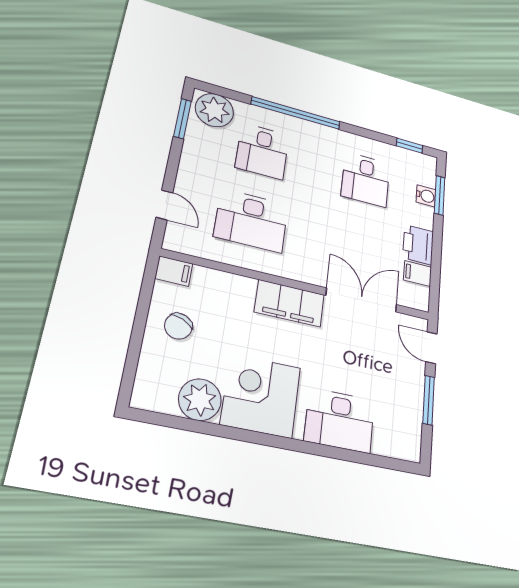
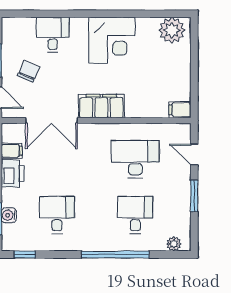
plant: (214, 110) -> (174, 244), width x0.53, depth x0.53
window: (182, 119) -> (194, 196), moved
chair: (178, 326) -> (28, 71), moved
plant: (200, 400) -> (172, 30), moved
desk: (340, 420) -> (53, 35), width x0.73

